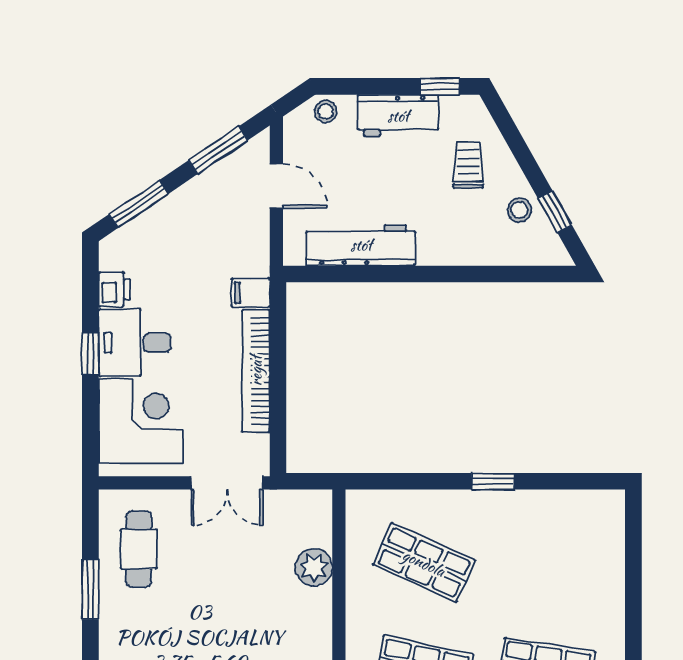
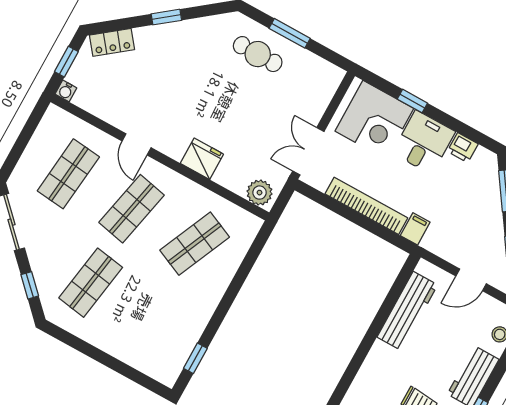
window: (90, 354) -> (412, 101), moved
window: (493, 481) -> (195, 358), moved
cafe table: (139, 549) -> (258, 54), moved
plant: (314, 567) -> (260, 193), moved
fridge: (311, 613) -> (202, 159), added

